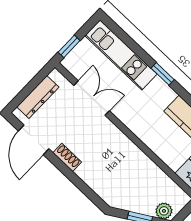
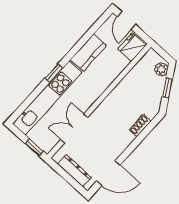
kitchen unit: (121, 55) -> (47, 98), width x1.36
shoe rack: (67, 157) -> (140, 126), moved

